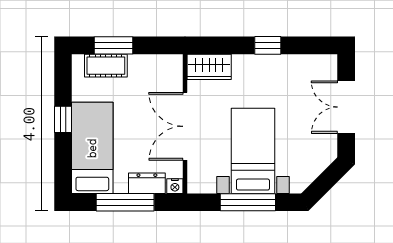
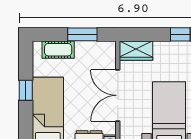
window: (114, 45) -> (82, 34), moved

